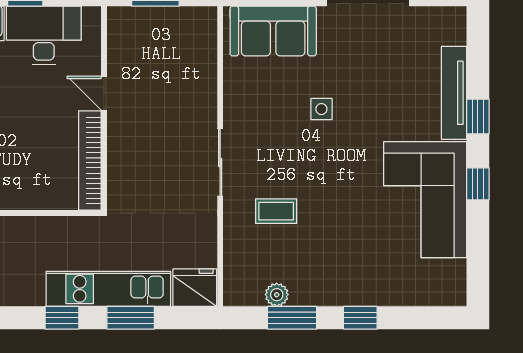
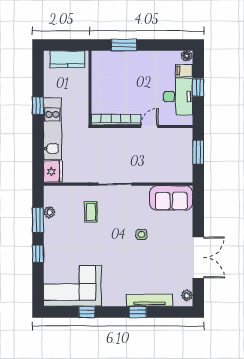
plant: (444, 18) -> (187, 295), added
sofa: (273, 31) -> (171, 198), moved, turned -90
window: (478, 184) -> (87, 312), moved
corner sofa: (425, 200) -> (72, 286), moved
window: (131, 318) -> (38, 140), removed

